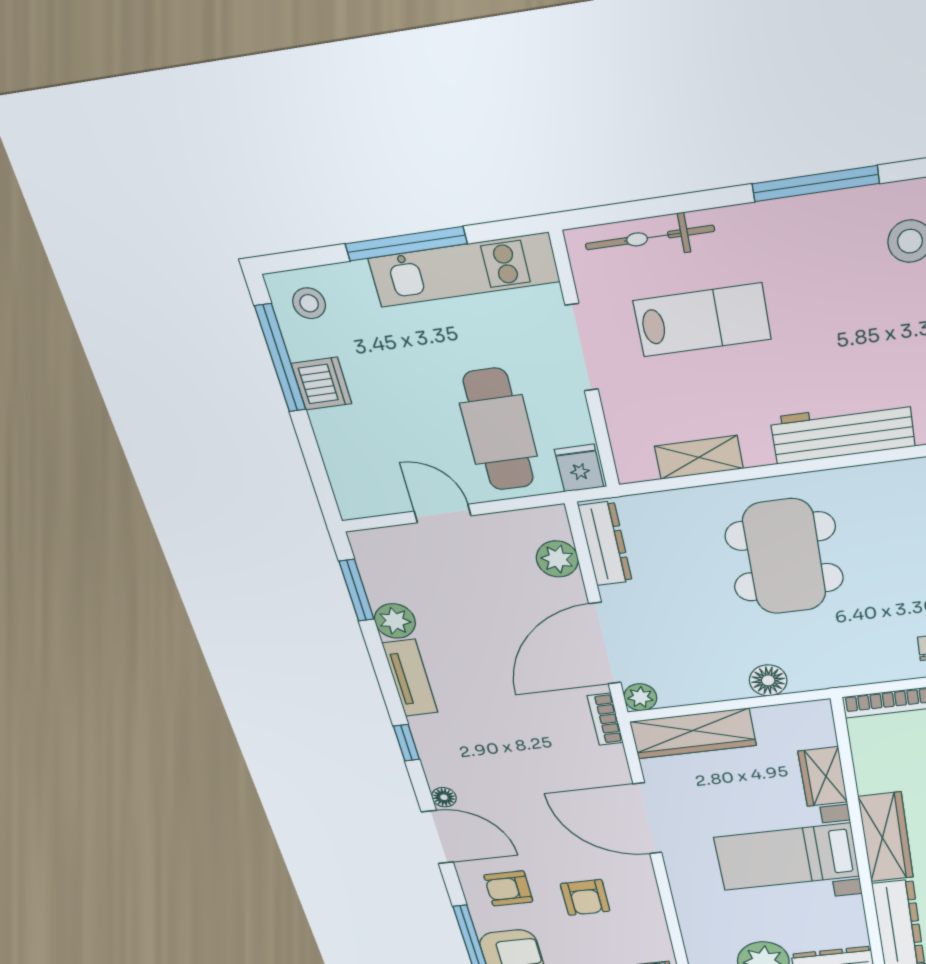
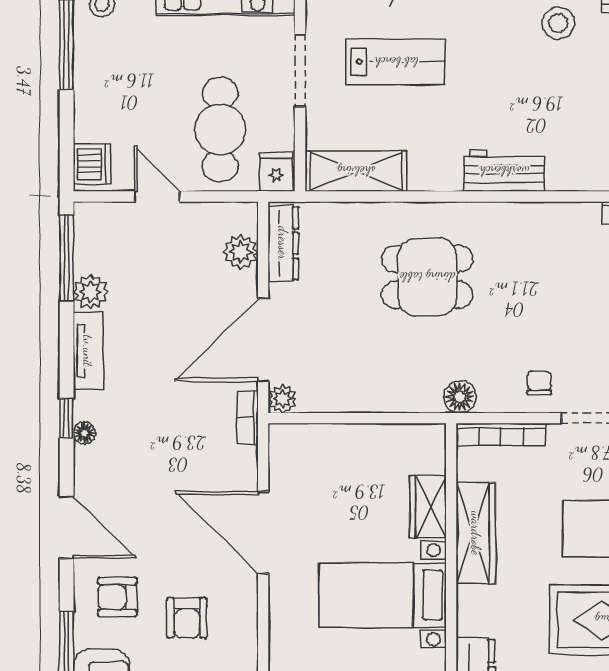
dishwasher: (321, 384) -> (92, 164), moved
workbench: (843, 432) -> (504, 171), width x0.73
shelving: (699, 457) -> (356, 171), width x1.50, depth x1.33
dining table: (784, 557) -> (427, 277), width x0.73
window: (356, 590) -> (67, 258), width x1.44
floor lamp: (768, 680) -> (460, 397), moved
wardrobe: (693, 734) -> (321, 444), removed
floor lamp: (444, 797) -> (84, 433), moved
wardrobe: (886, 837) -> (476, 533), moved

